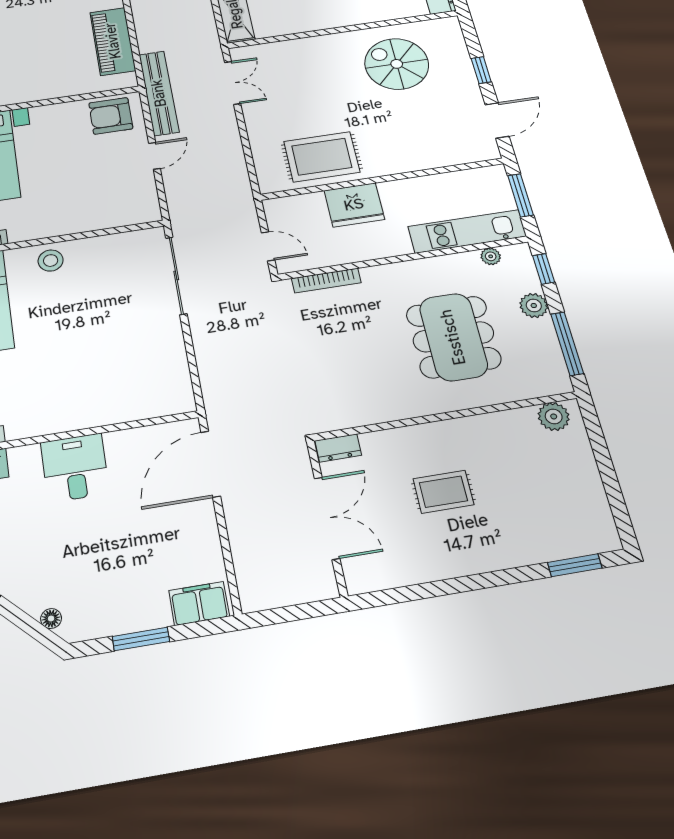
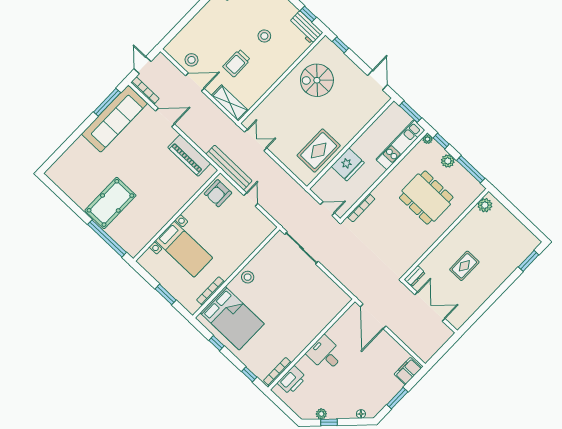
window: (481, 70) -> (340, 45), moved
plant: (491, 256) -> (428, 139), moved

